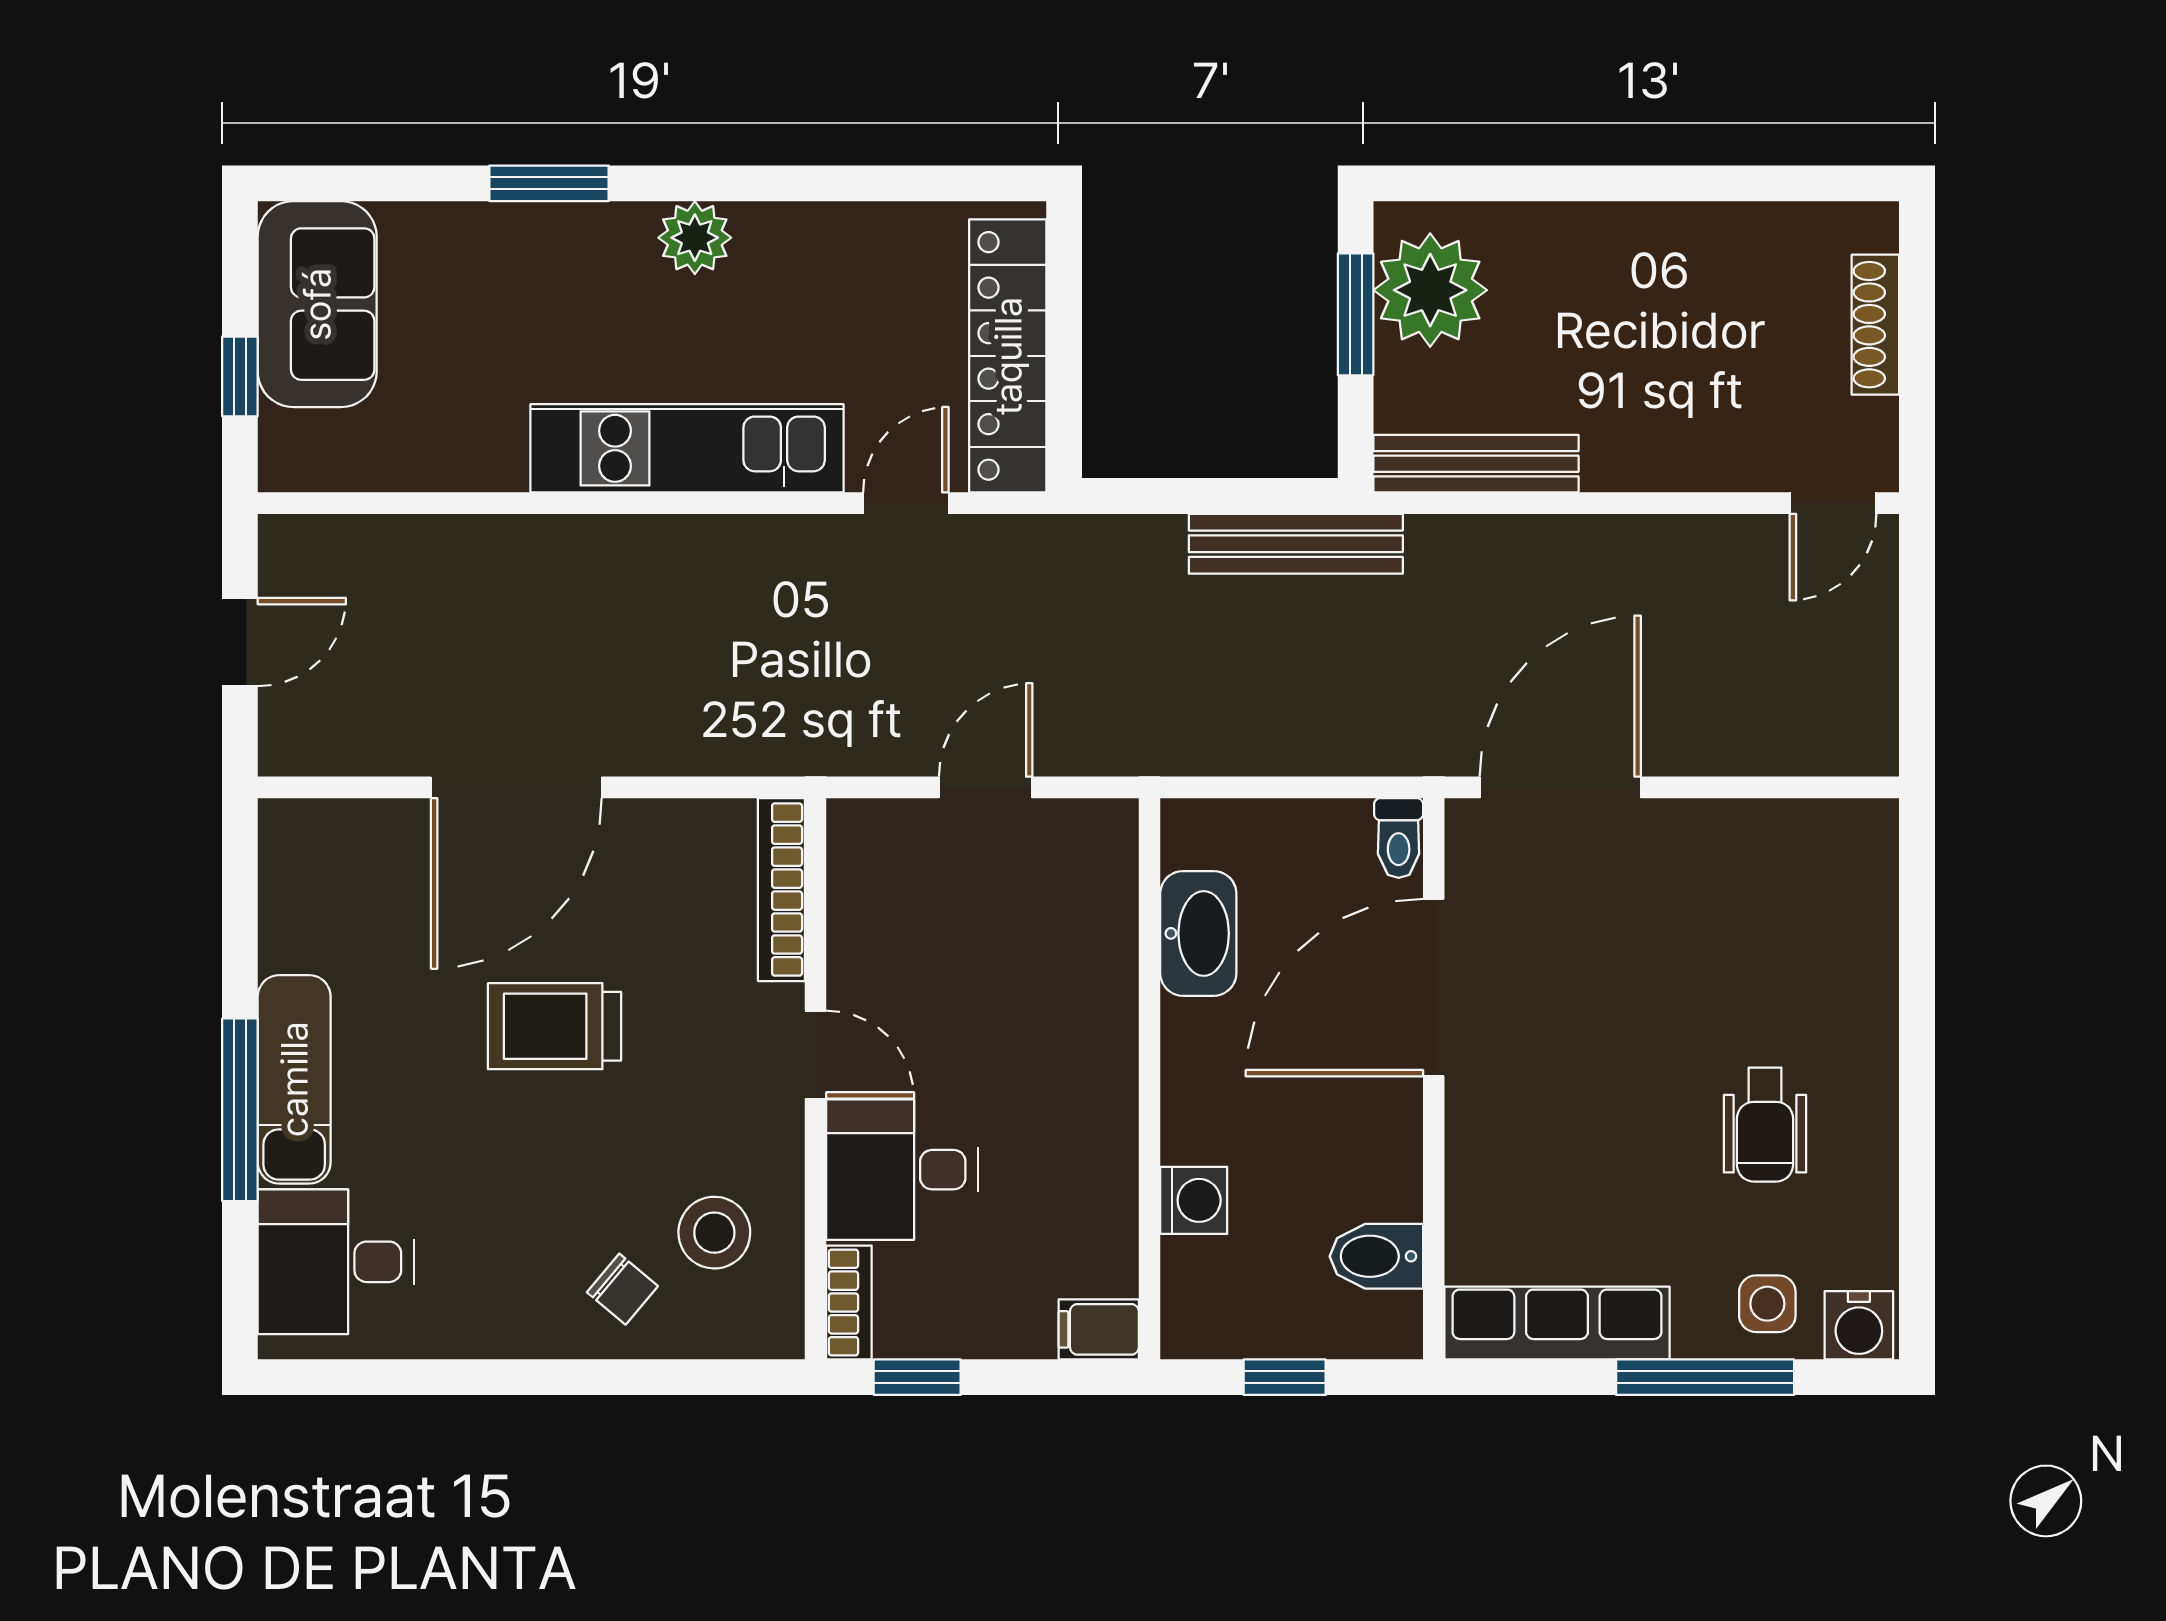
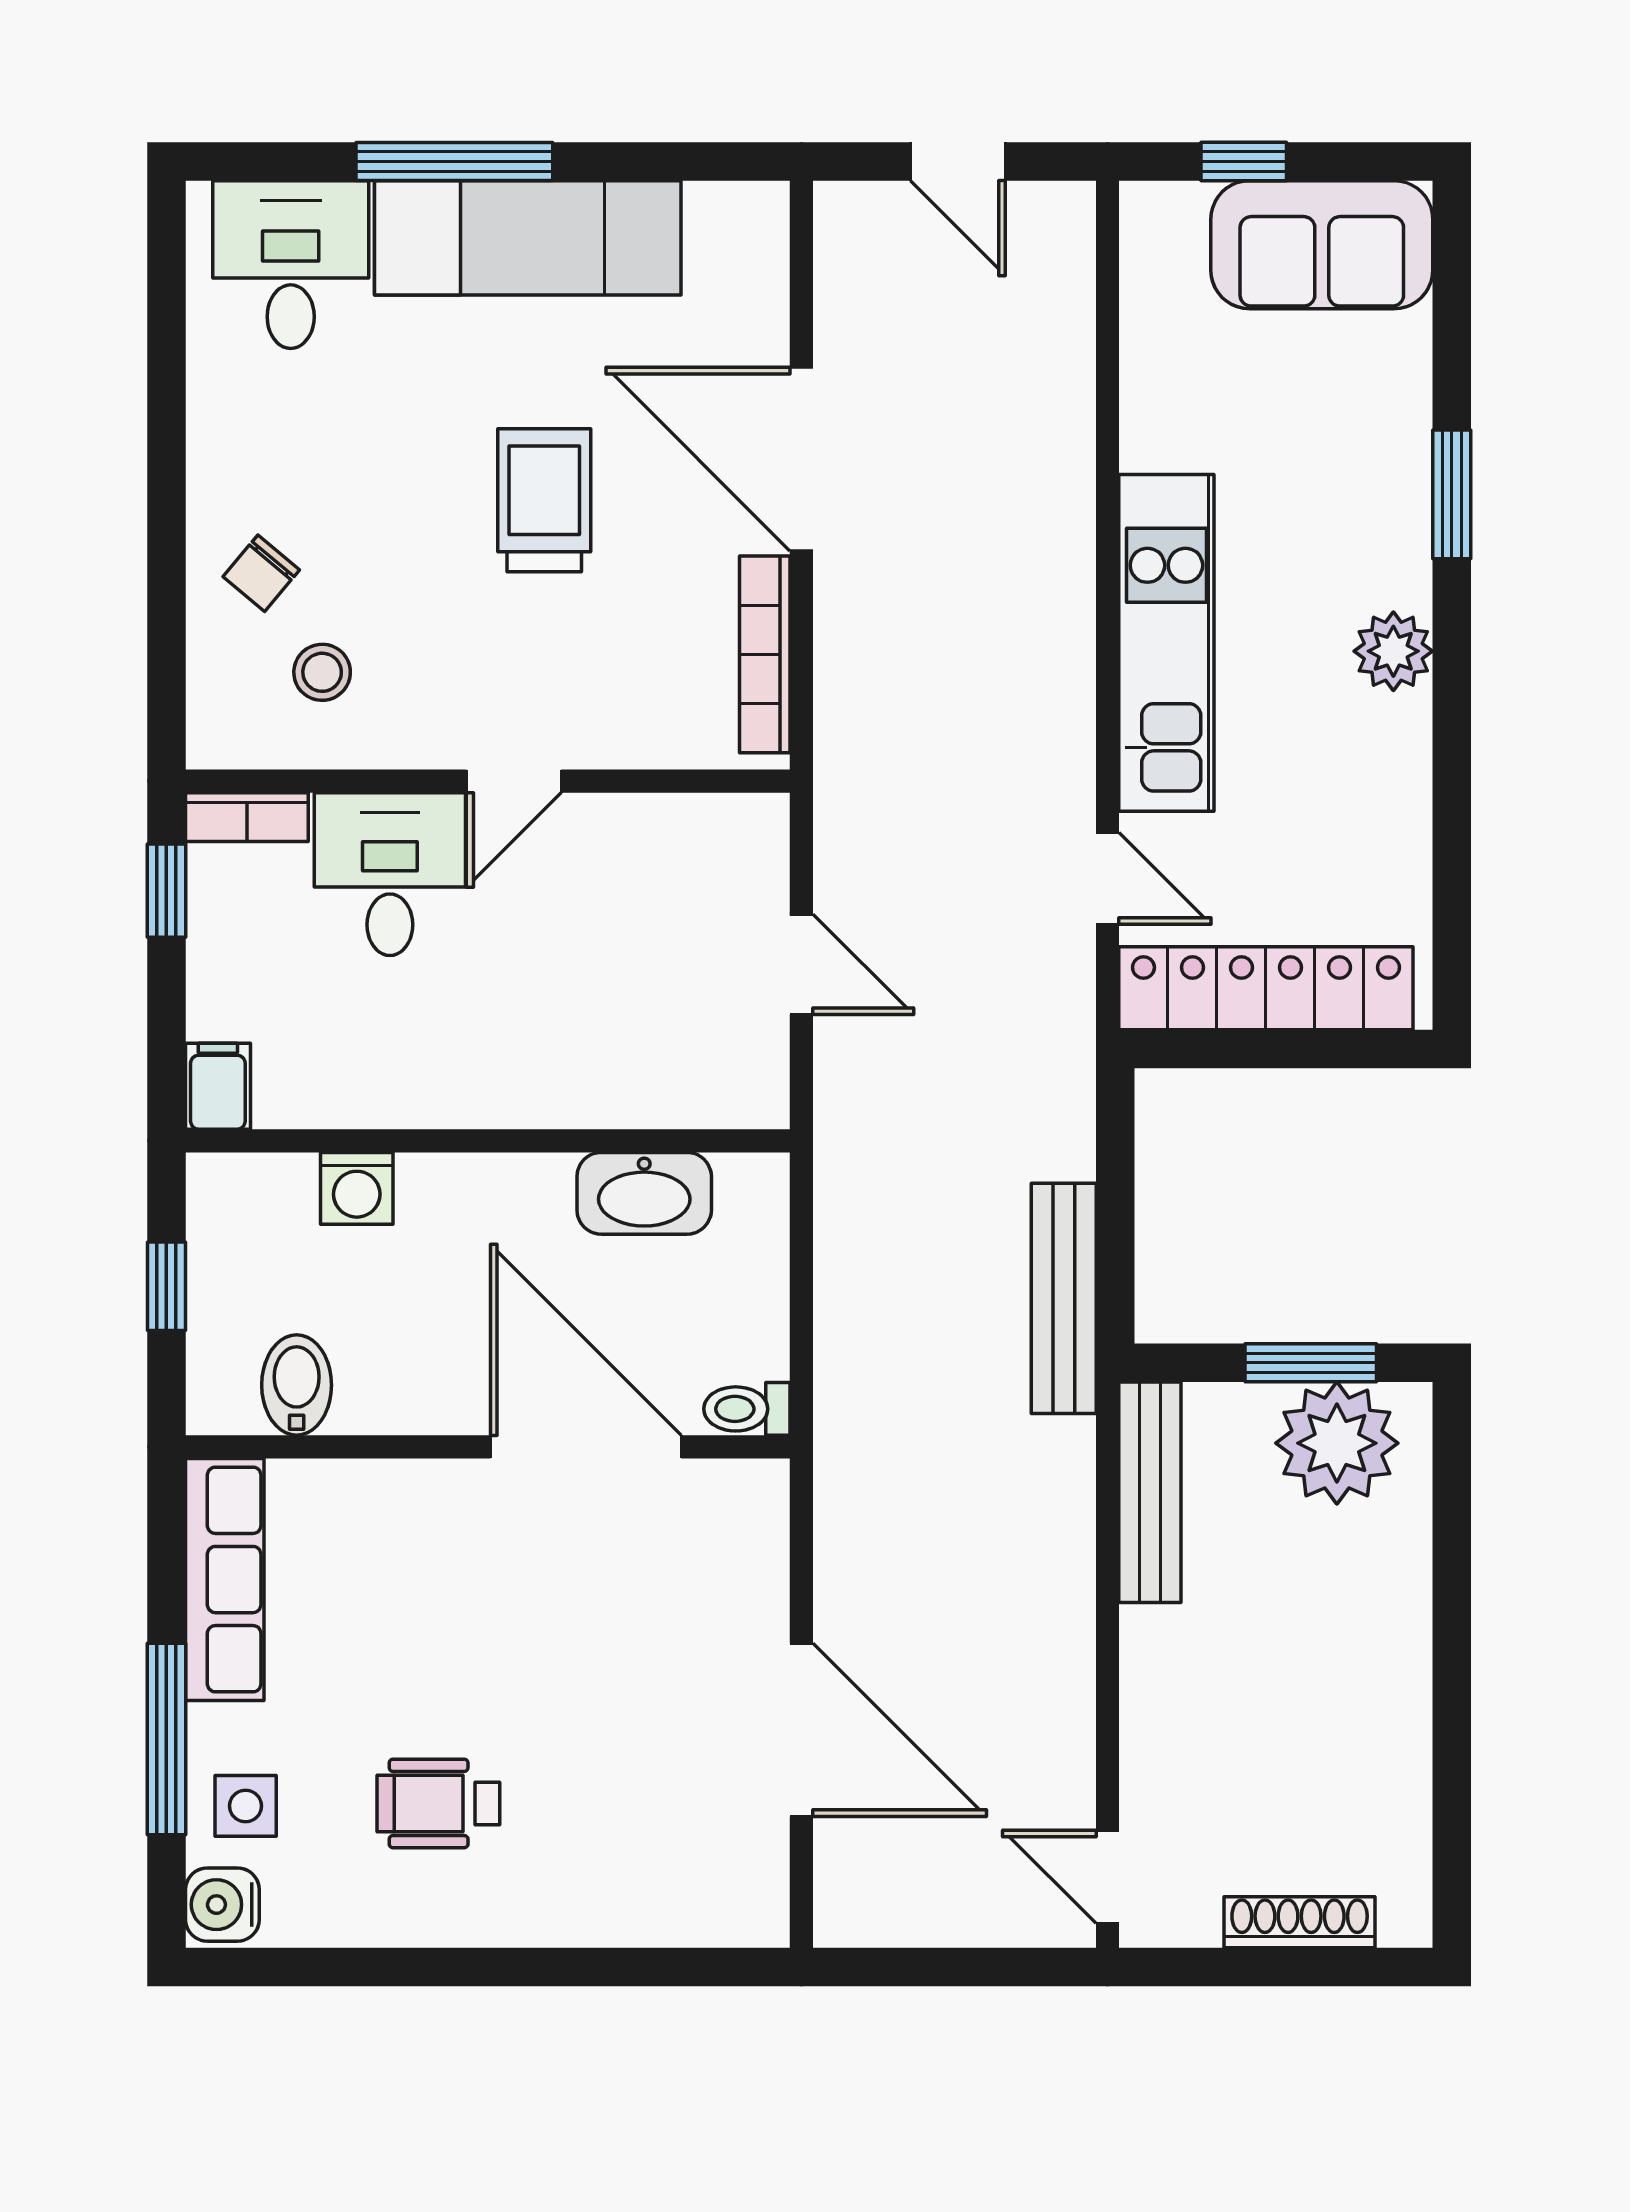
door: (1560, 787) -> (801, 1730), moved
bookcase: (781, 890) -> (765, 654), moved, turned -90
exam couch: (294, 1079) -> (528, 238), width x1.36, depth x1.45
stool: (714, 1233) -> (322, 672), width x0.73, depth x0.73

